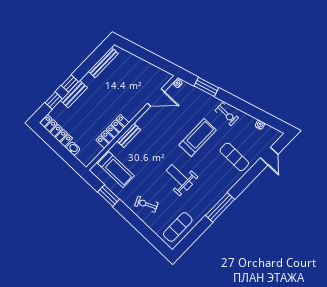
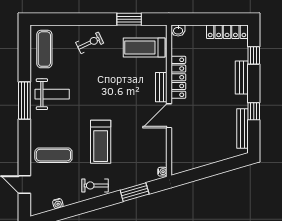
window: (70, 84) -> (254, 111), moved
door: (156, 97) -> (169, 116), moved
washbasin: (73, 148) -> (178, 30), moved
weight bench: (179, 177) -> (52, 94), moved

